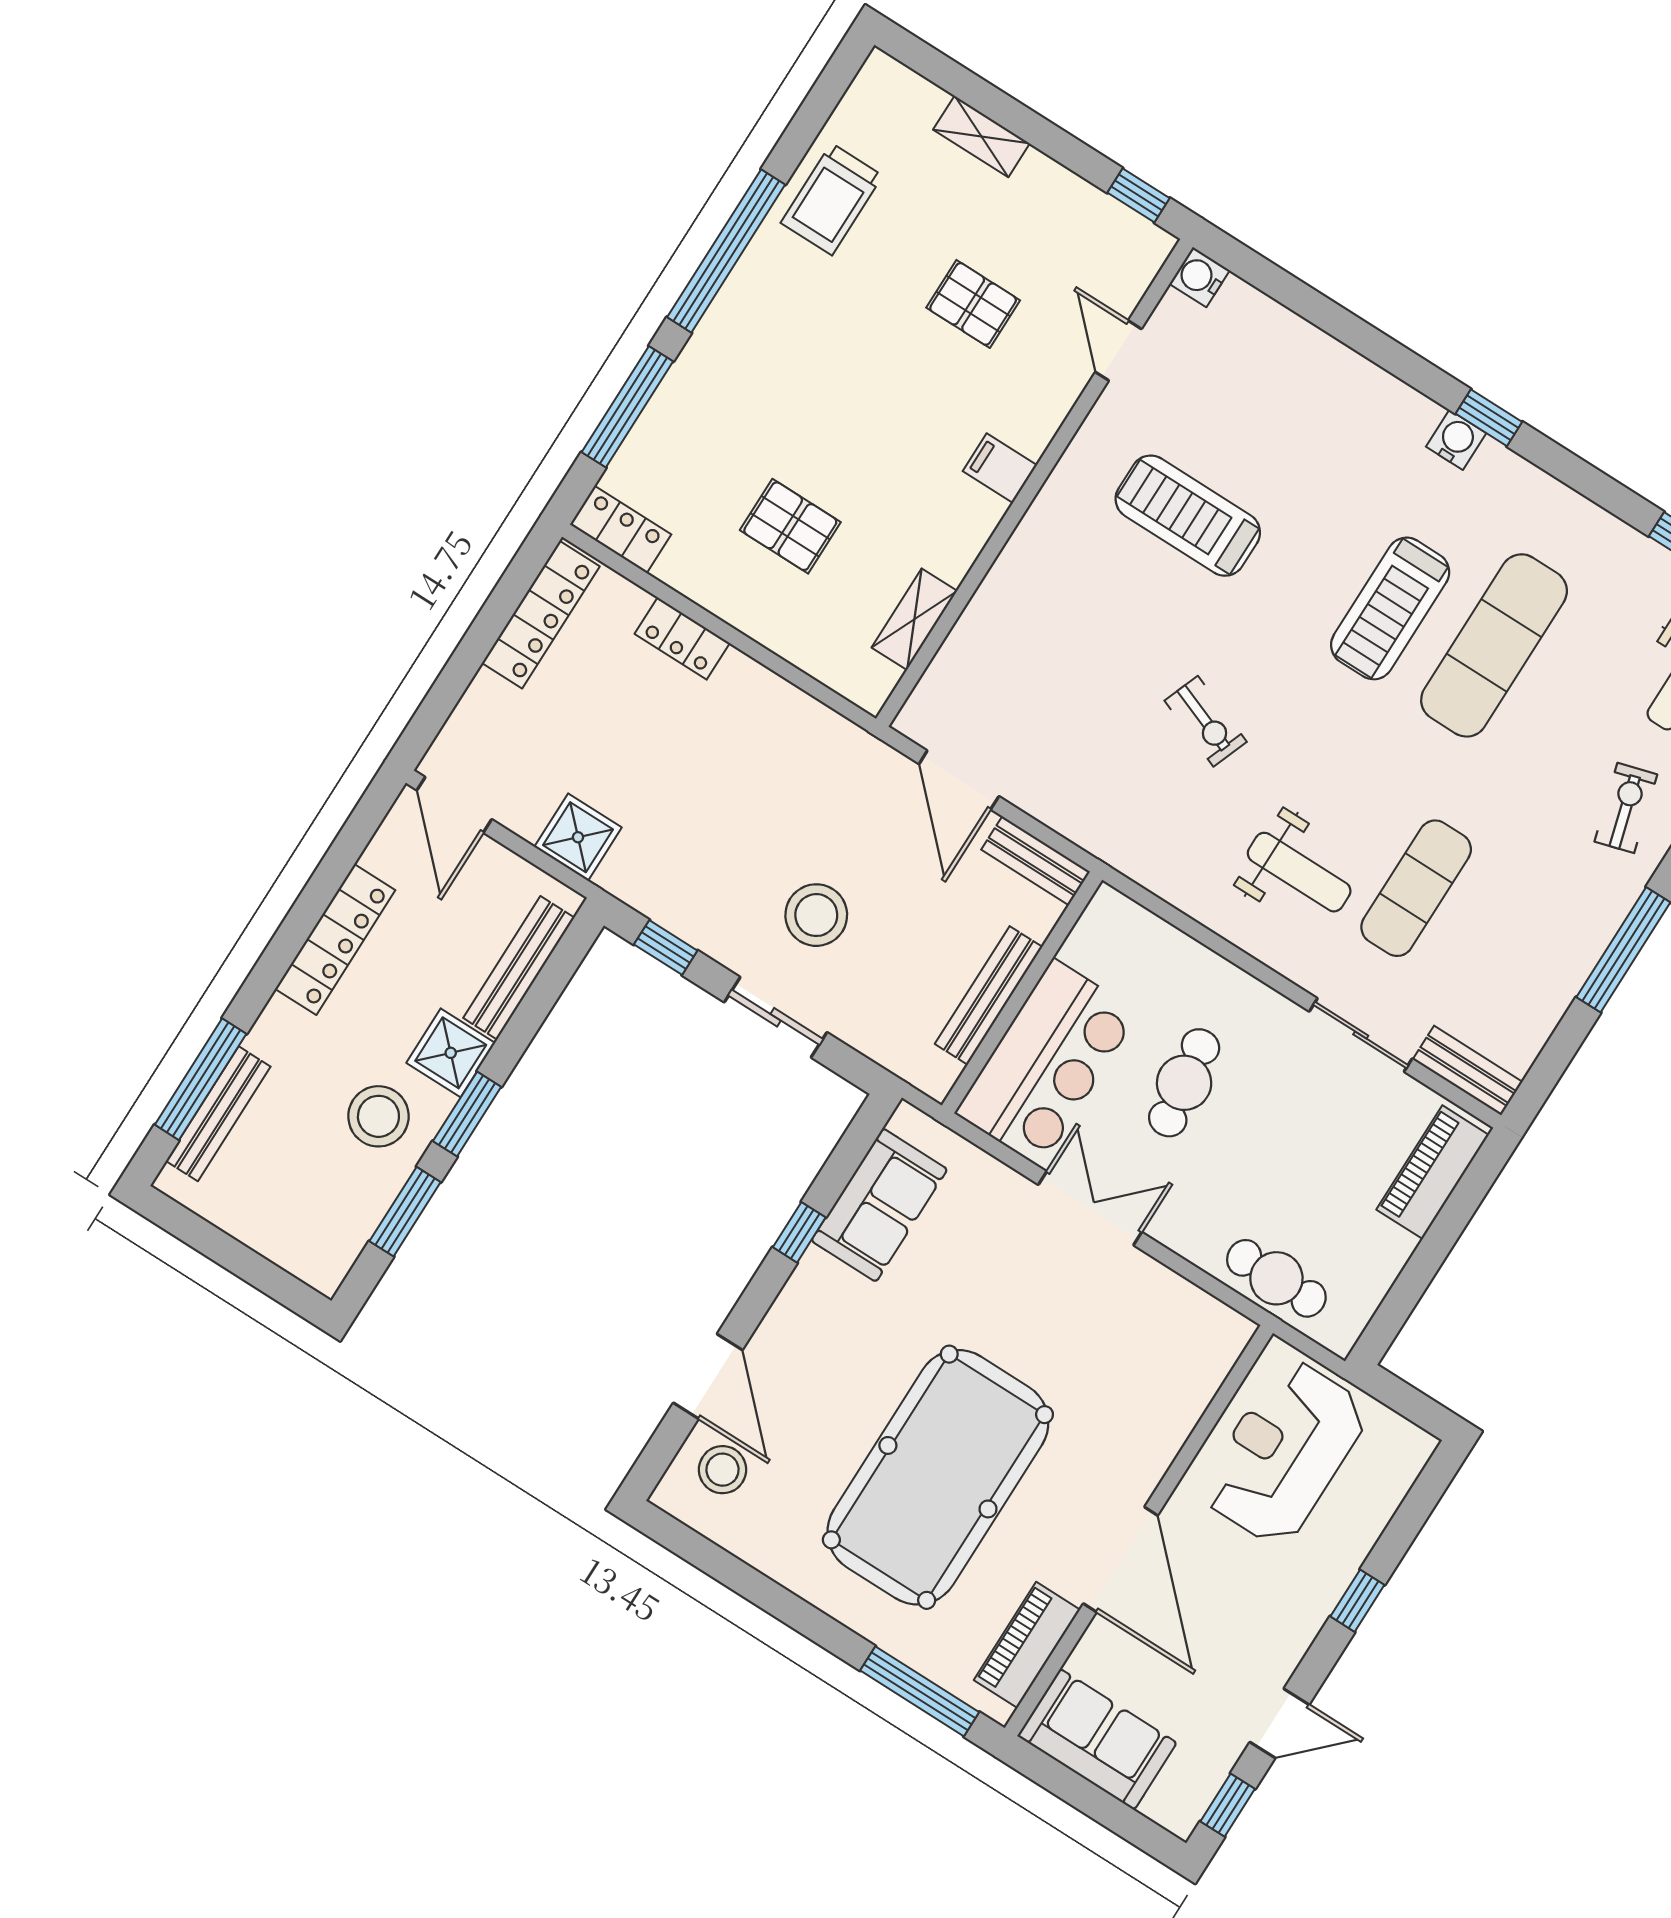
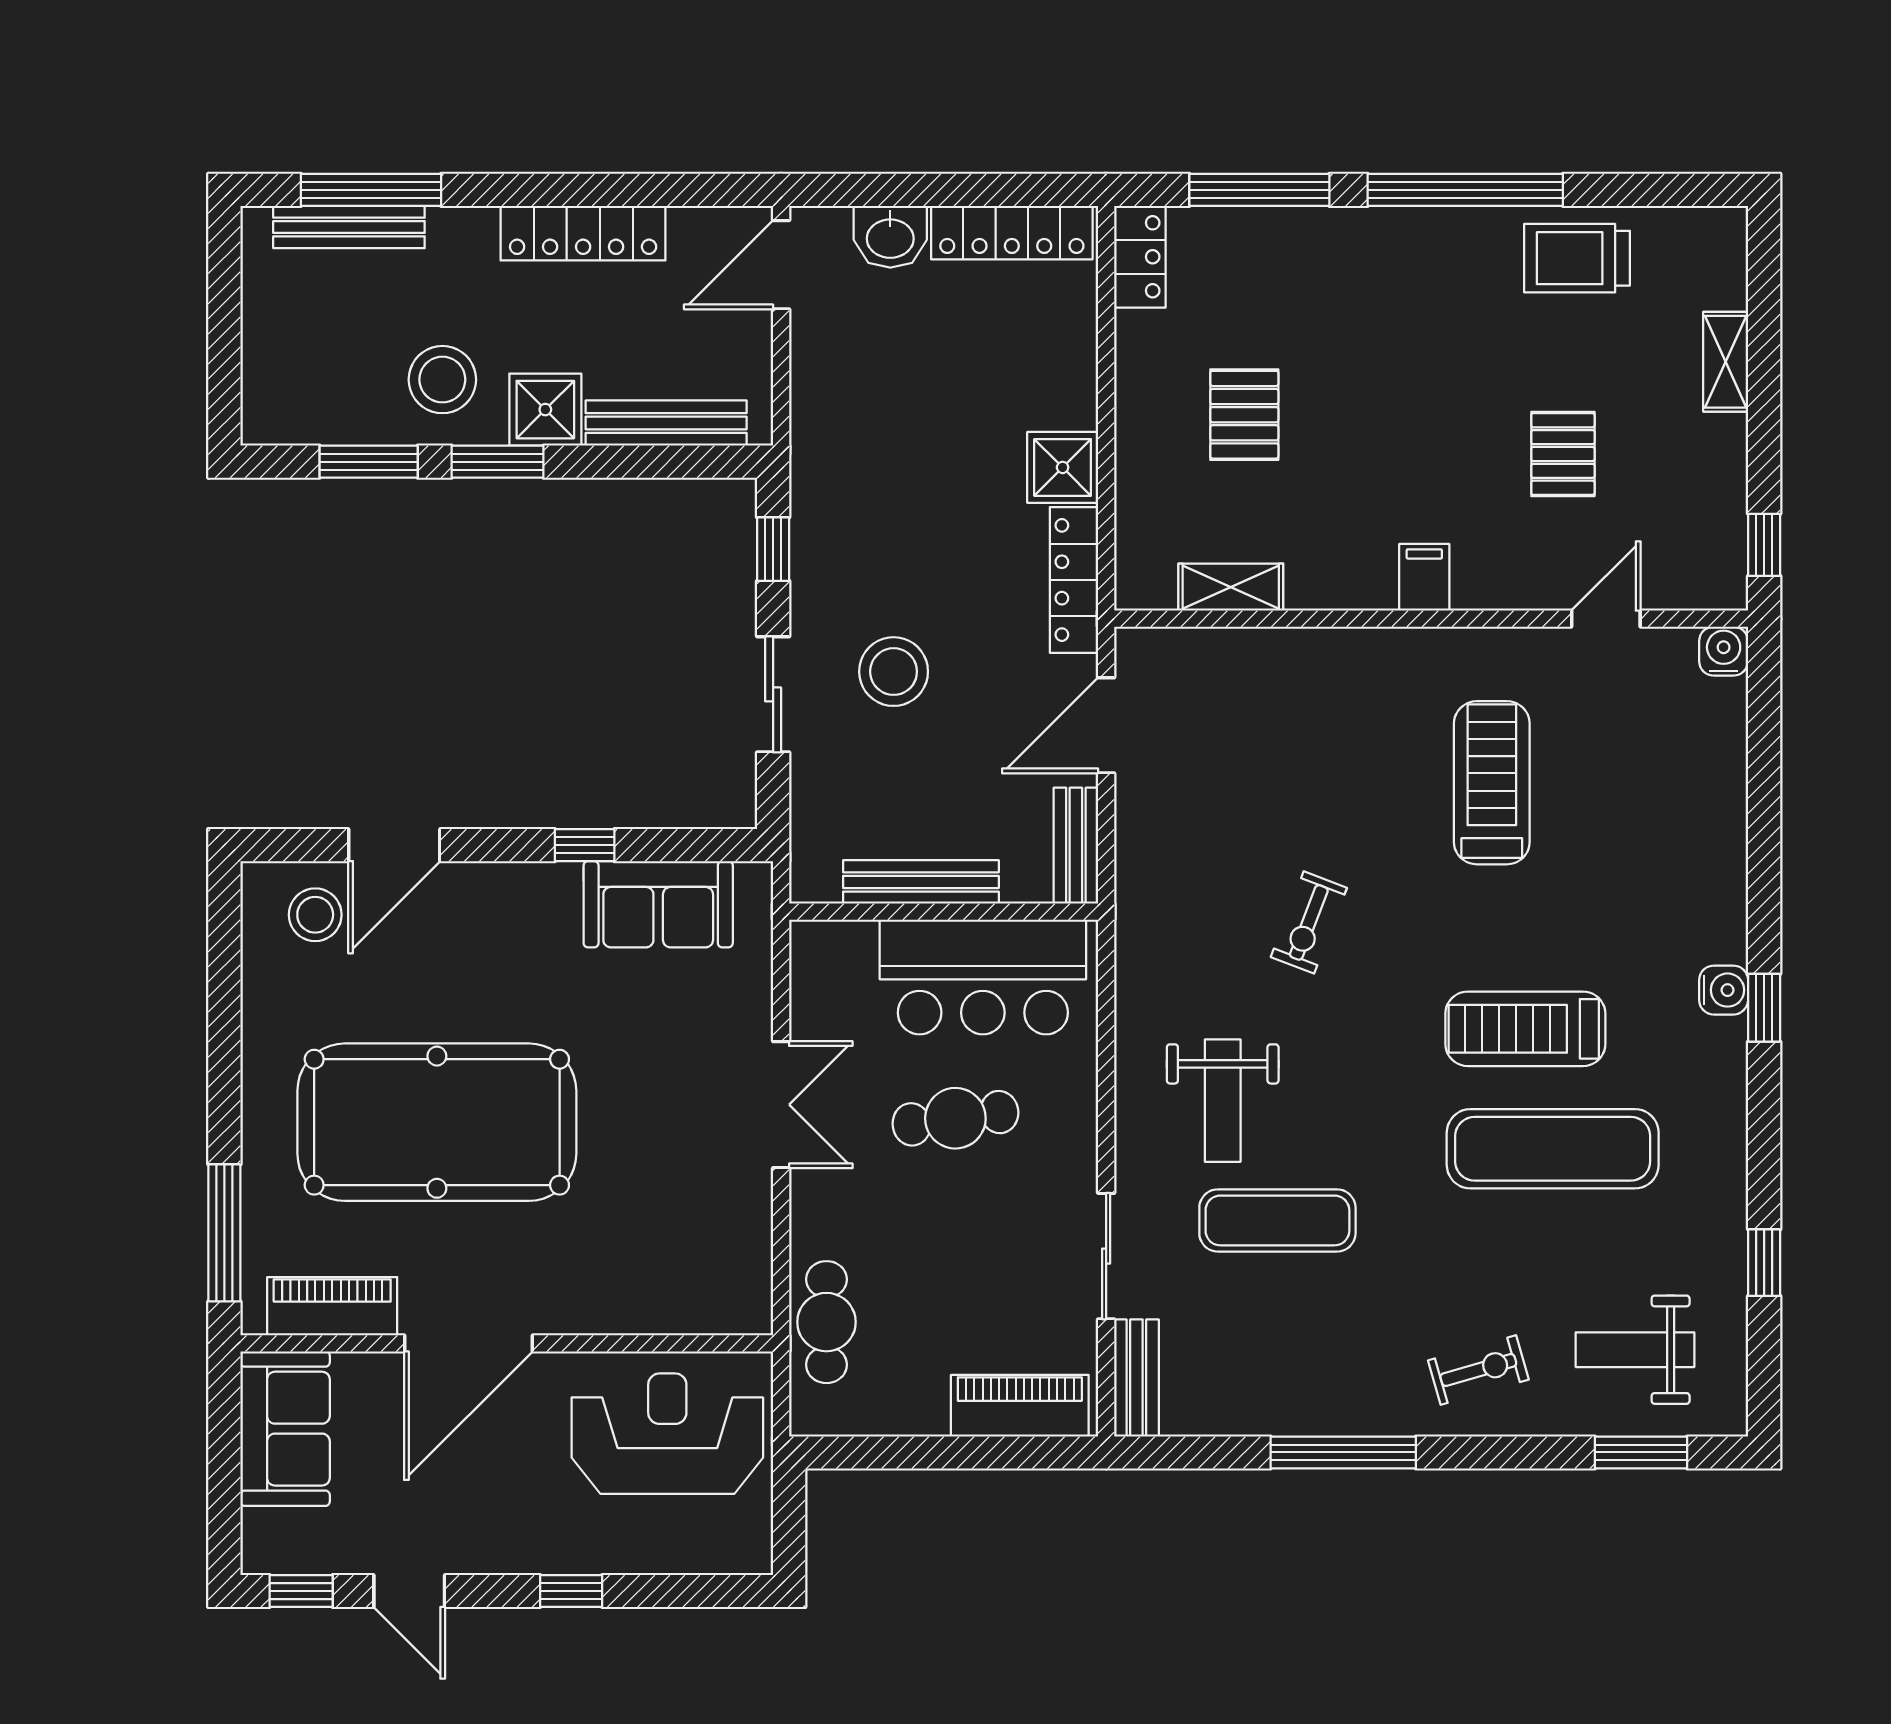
locker: (682, 638) -> (1074, 580), moved, width x1.53
washbasin: (486, 709) -> (890, 237), added
shower: (578, 837) -> (1063, 467), moved
bar counter: (1047, 1063) -> (983, 977), moved

